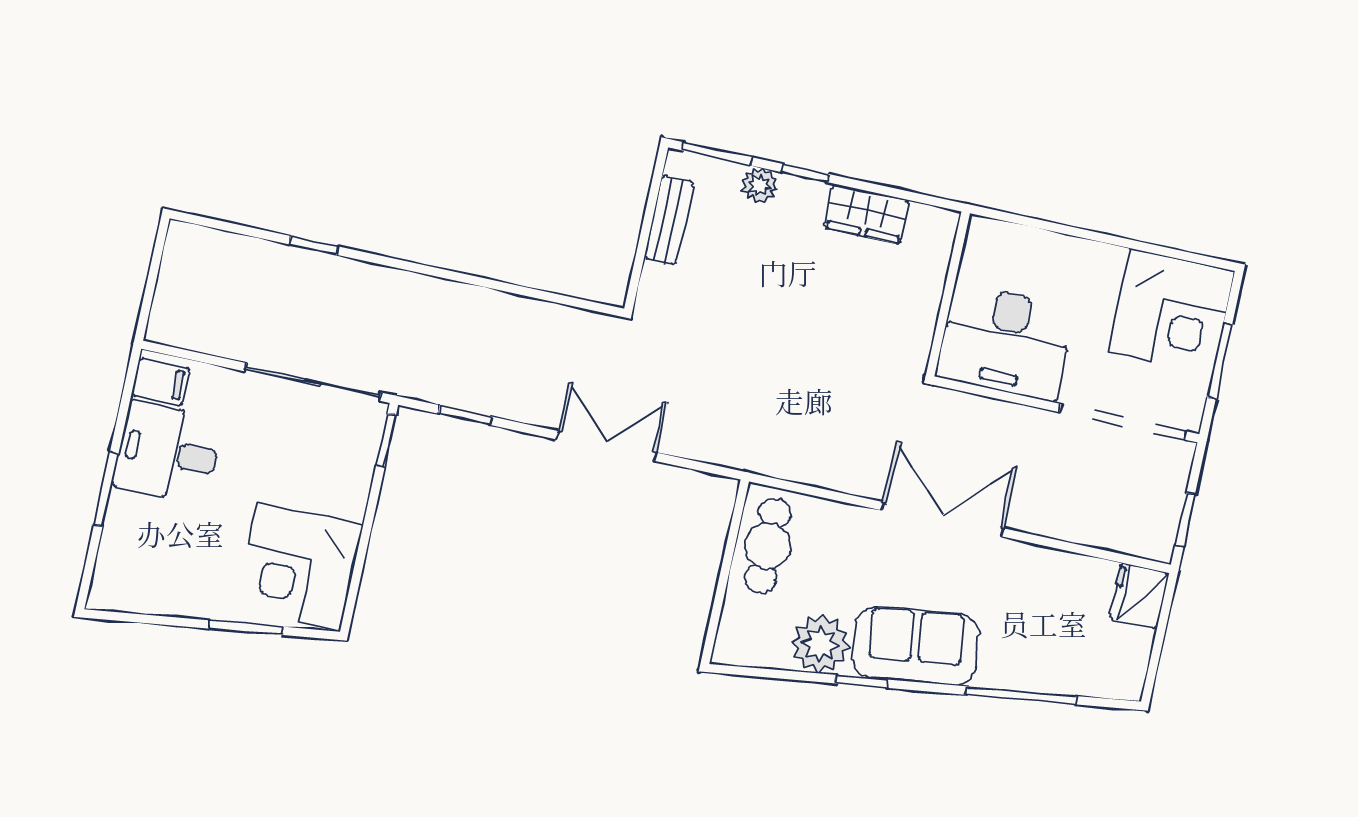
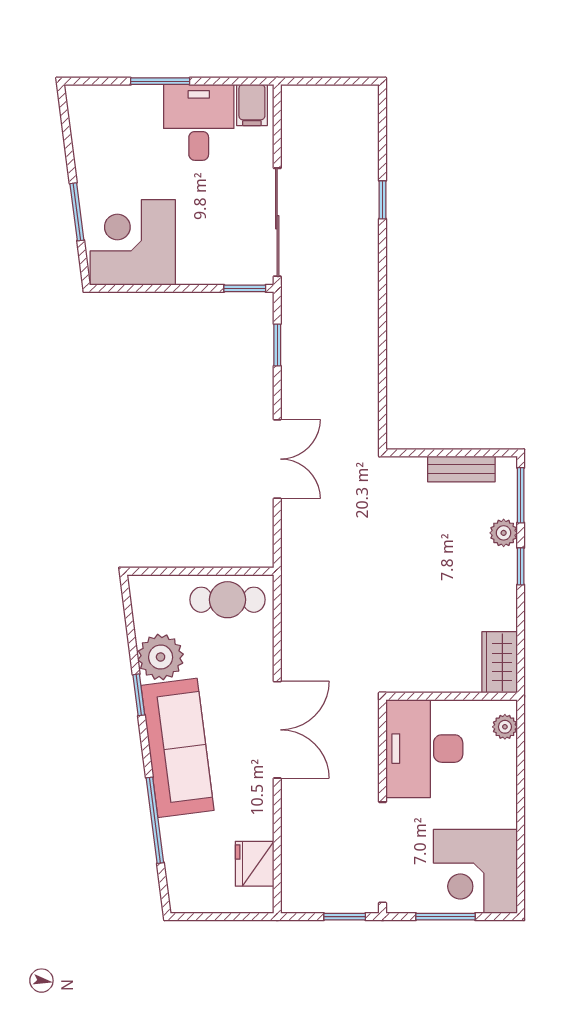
wardrobe: (867, 214) -> (500, 662), moved
plant: (1000, 236) -> (505, 727), added
window: (1185, 520) -> (345, 917), moved
fridge: (1139, 596) -> (255, 864), moved, turned -90
sofa: (916, 646) -> (178, 748), width x1.36

